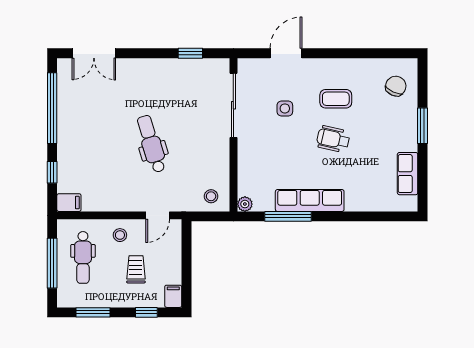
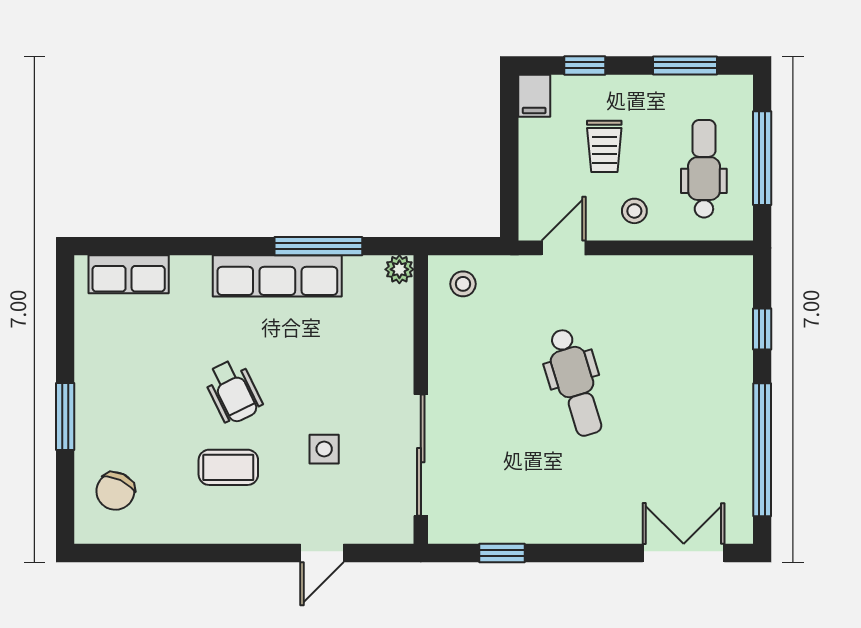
door: (286, 53) -> (322, 553), width x0.73
wheelchair: (333, 139) -> (233, 392), turned 51
row of seats: (408, 174) -> (129, 274), moved, turned 90
filing cabinet: (69, 203) -> (730, 272), removed

